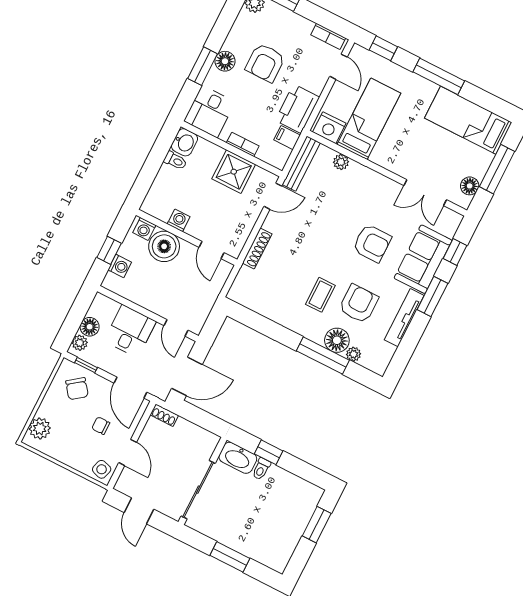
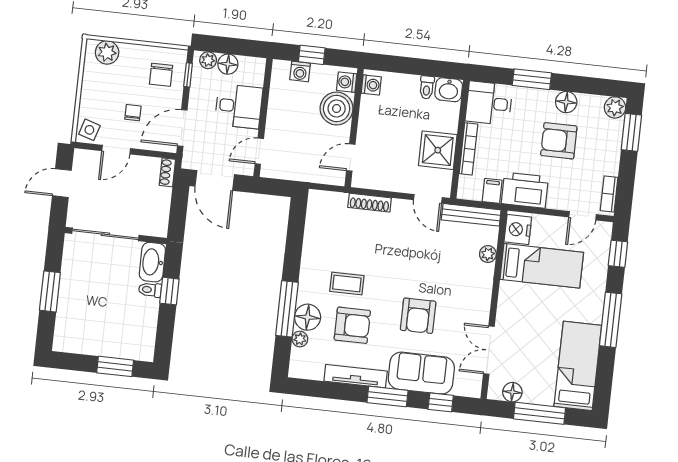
floor lamp: (225, 61) -> (566, 102), moved
bookcase: (243, 144) -> (468, 149), width x1.56
washing machine: (179, 220) -> (371, 85), moved
chair: (77, 389) -> (161, 75), turned -53

